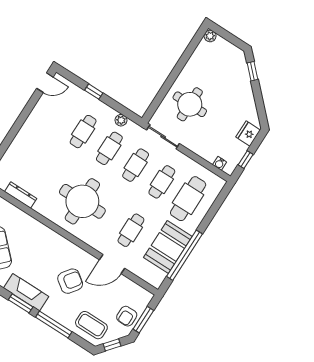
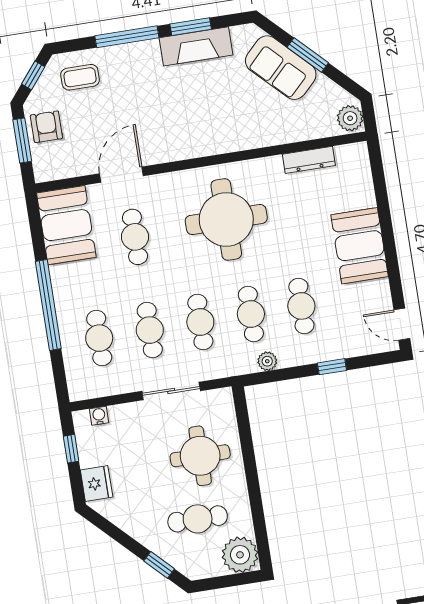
plant: (210, 36) -> (240, 555), width x1.87, depth x1.87
cafe table: (216, 77) -> (198, 519), added
door: (45, 83) -> (402, 324), hinge flipped
booth: (32, 136) -> (360, 246), added
sliding door: (163, 137) -> (171, 391), moved
cafe table: (188, 199) -> (99, 338), width x0.73, depth x0.74
booth: (168, 247) -> (66, 225), moved
window: (184, 255) -> (48, 305), moved
armchair: (70, 281) -> (154, 108), removed
coffee table: (91, 325) -> (80, 77), width x0.73, depth x0.77

